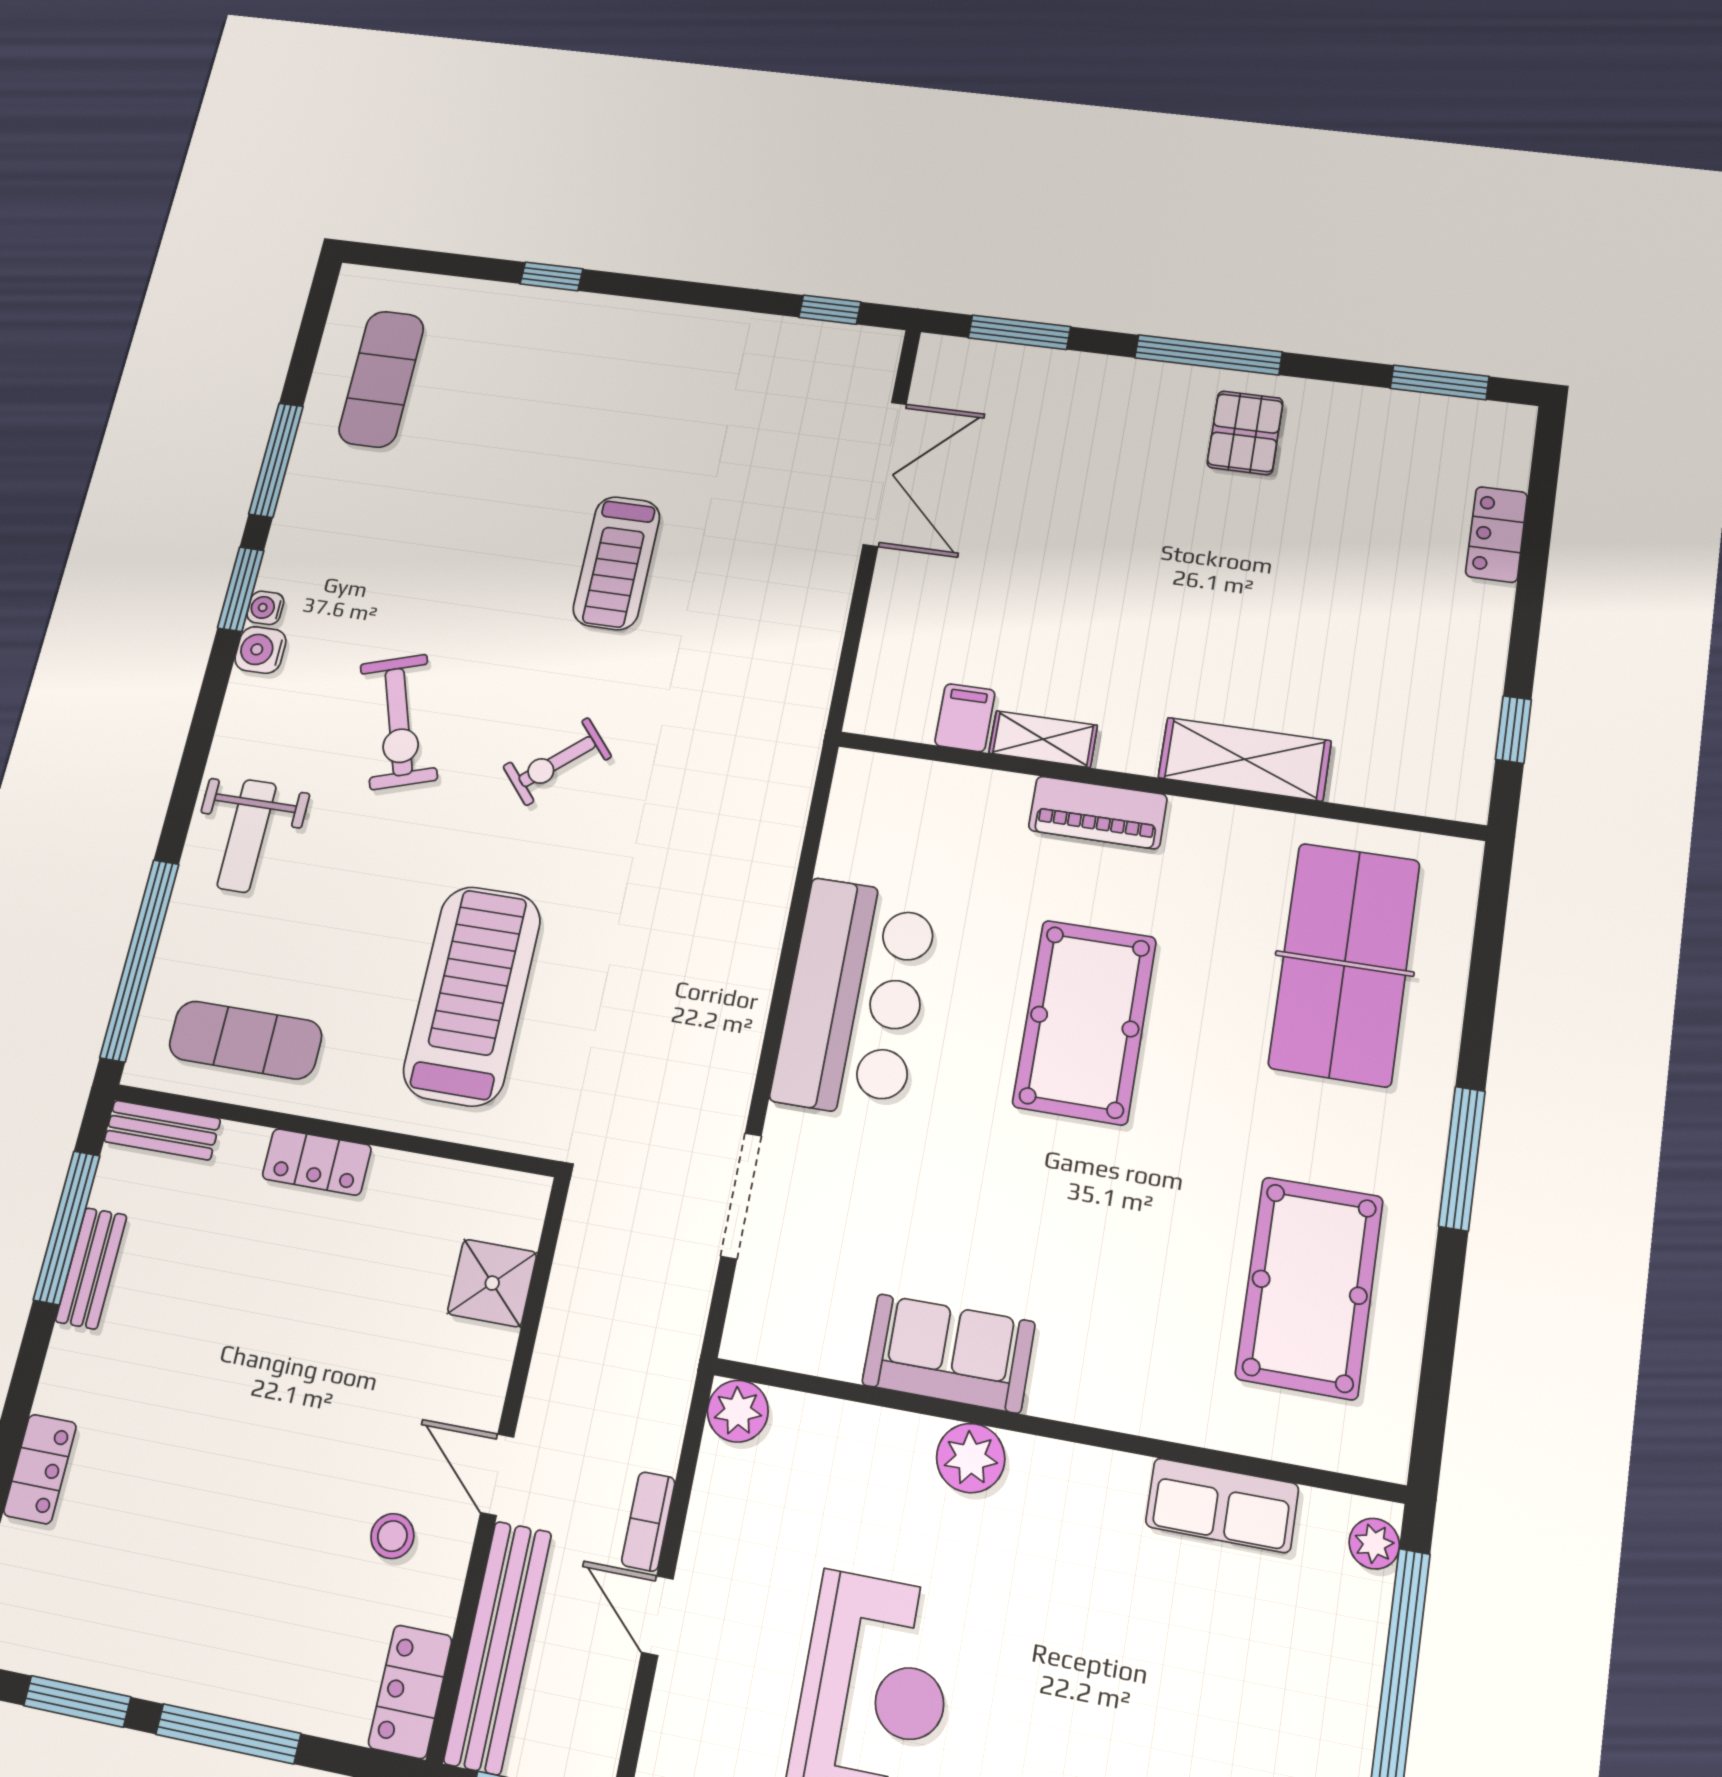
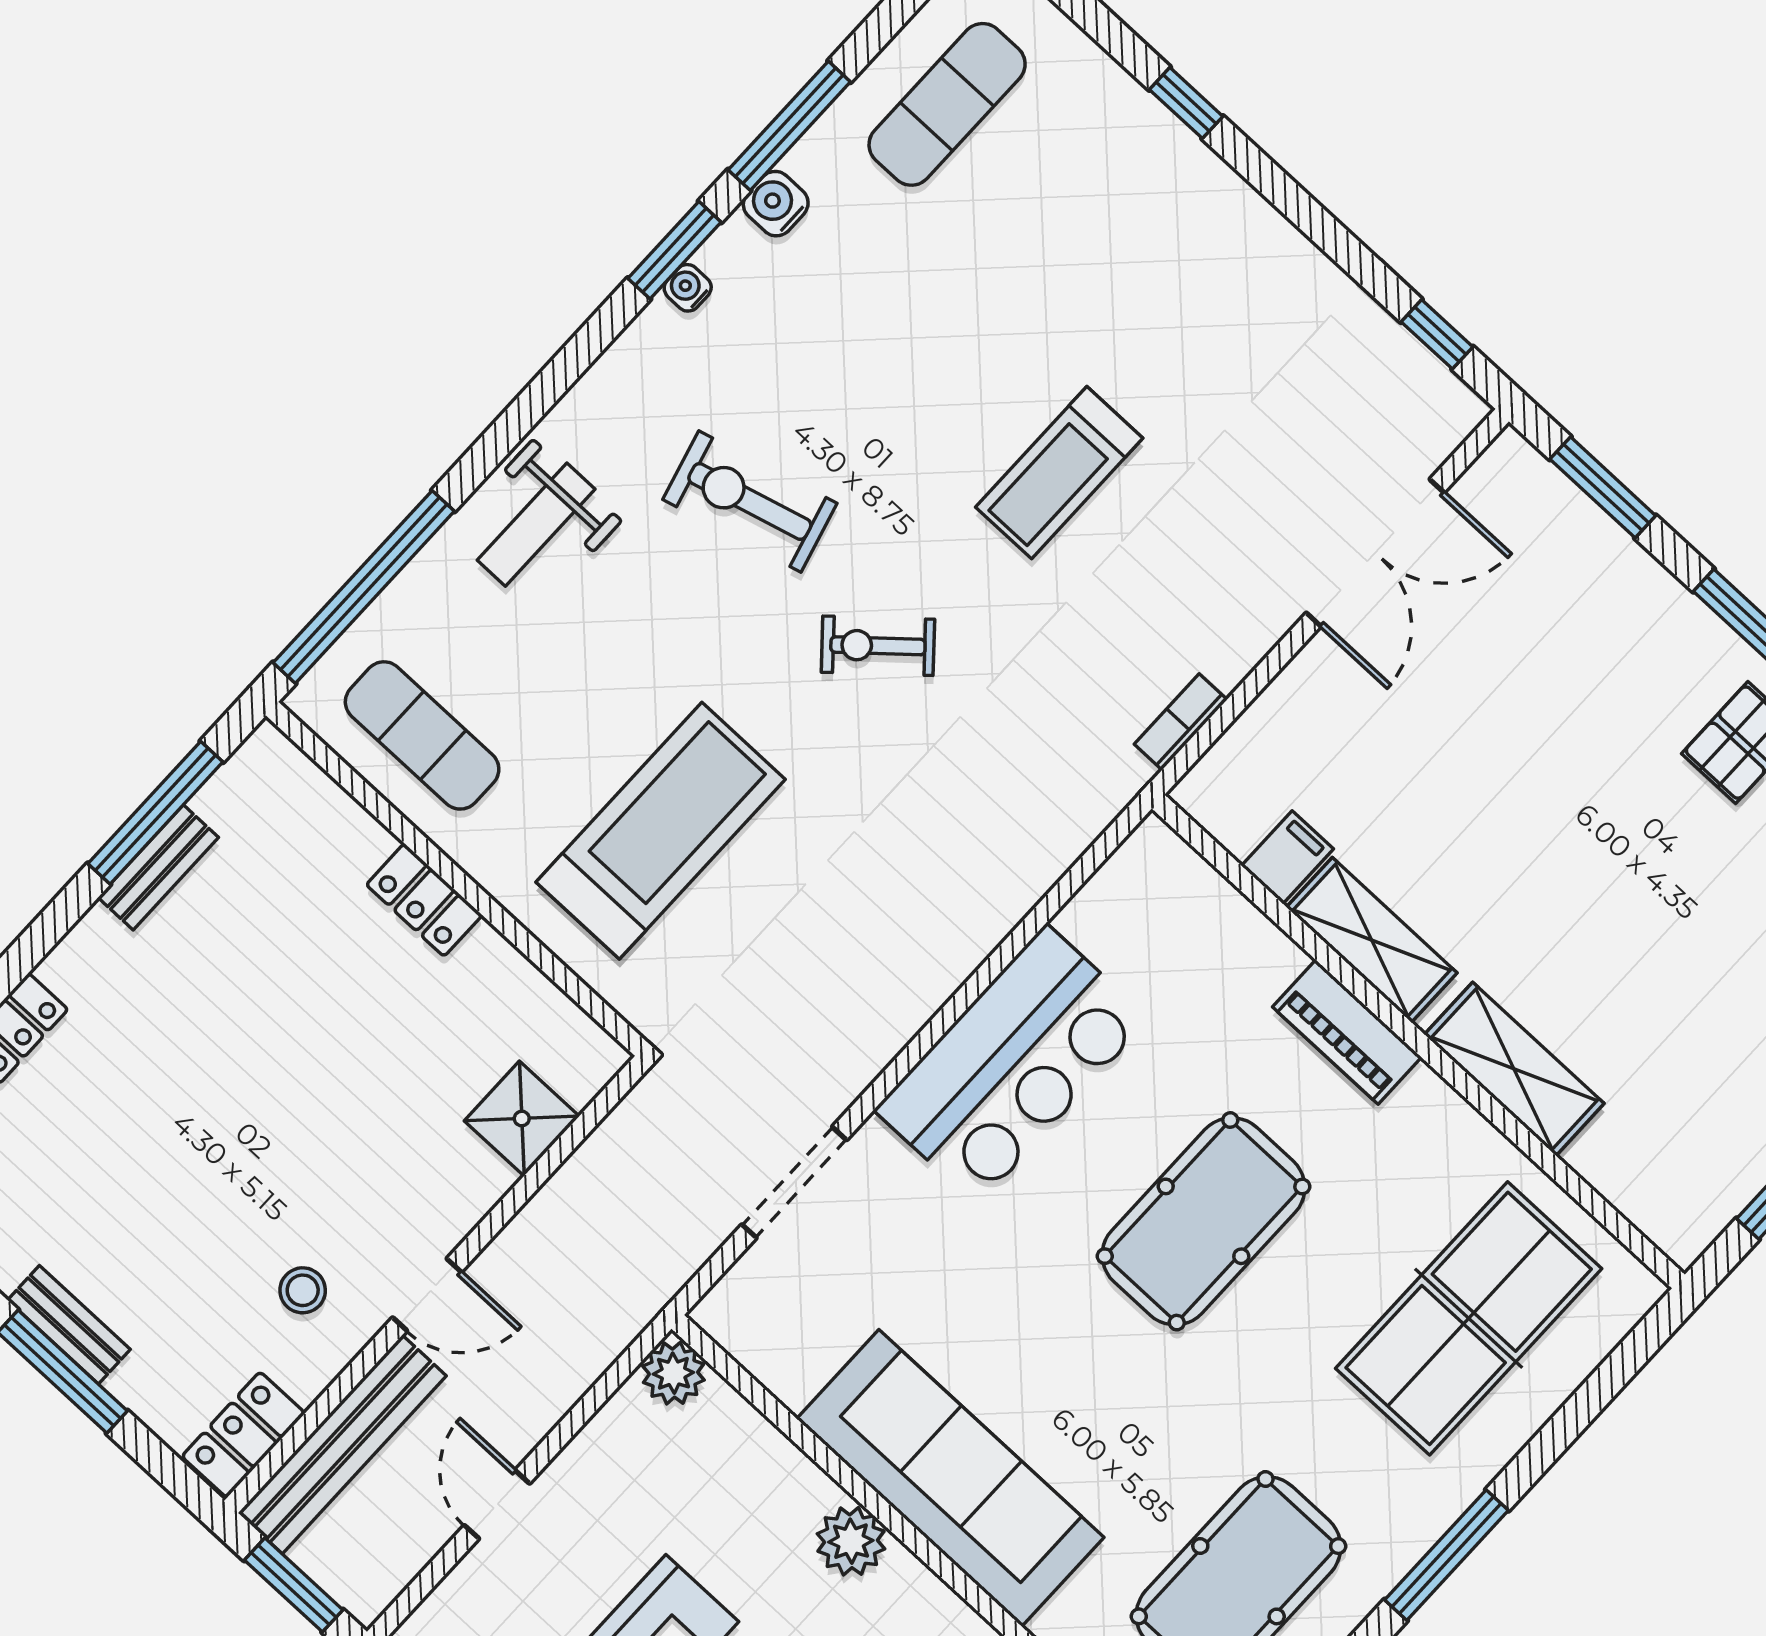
water cooler: (260, 650) -> (776, 204), moved
exercise bike: (399, 722) -> (750, 501), turned 93
shelving: (1043, 739) -> (1372, 940), width x1.50, depth x1.33
bench: (162, 1130) -> (69, 1325), moved
sofa: (949, 1353) -> (950, 1478), width x1.85, depth x1.27
door: (497, 1475) -> (427, 1295), swing flipped
bookcase: (648, 1521) -> (1181, 722), moved

